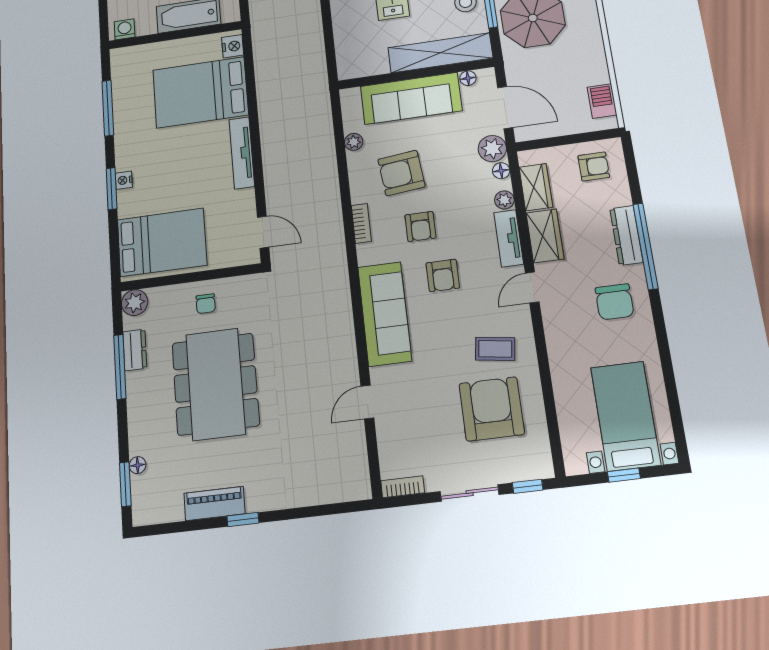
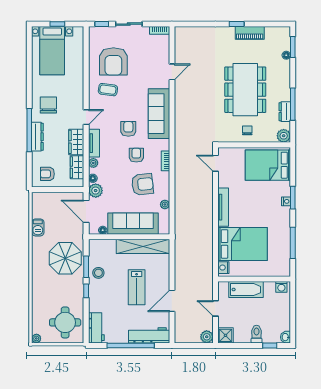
shelving: (440, 53) -> (143, 246), moved
barbecue: (602, 101) -> (38, 227), moved

